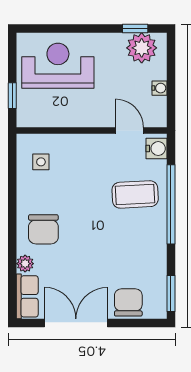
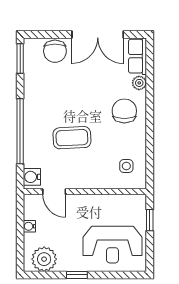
window: (135, 28) -> (77, 275), moved
coffee table: (135, 194) -> (72, 138), moved

